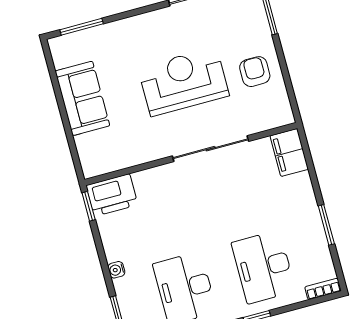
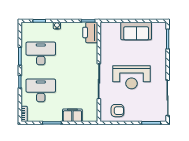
armchair: (255, 72) -> (117, 111), moved
reception desk: (184, 82) -> (131, 77), turned 90
filing cabinet: (289, 152) -> (72, 115), moved

